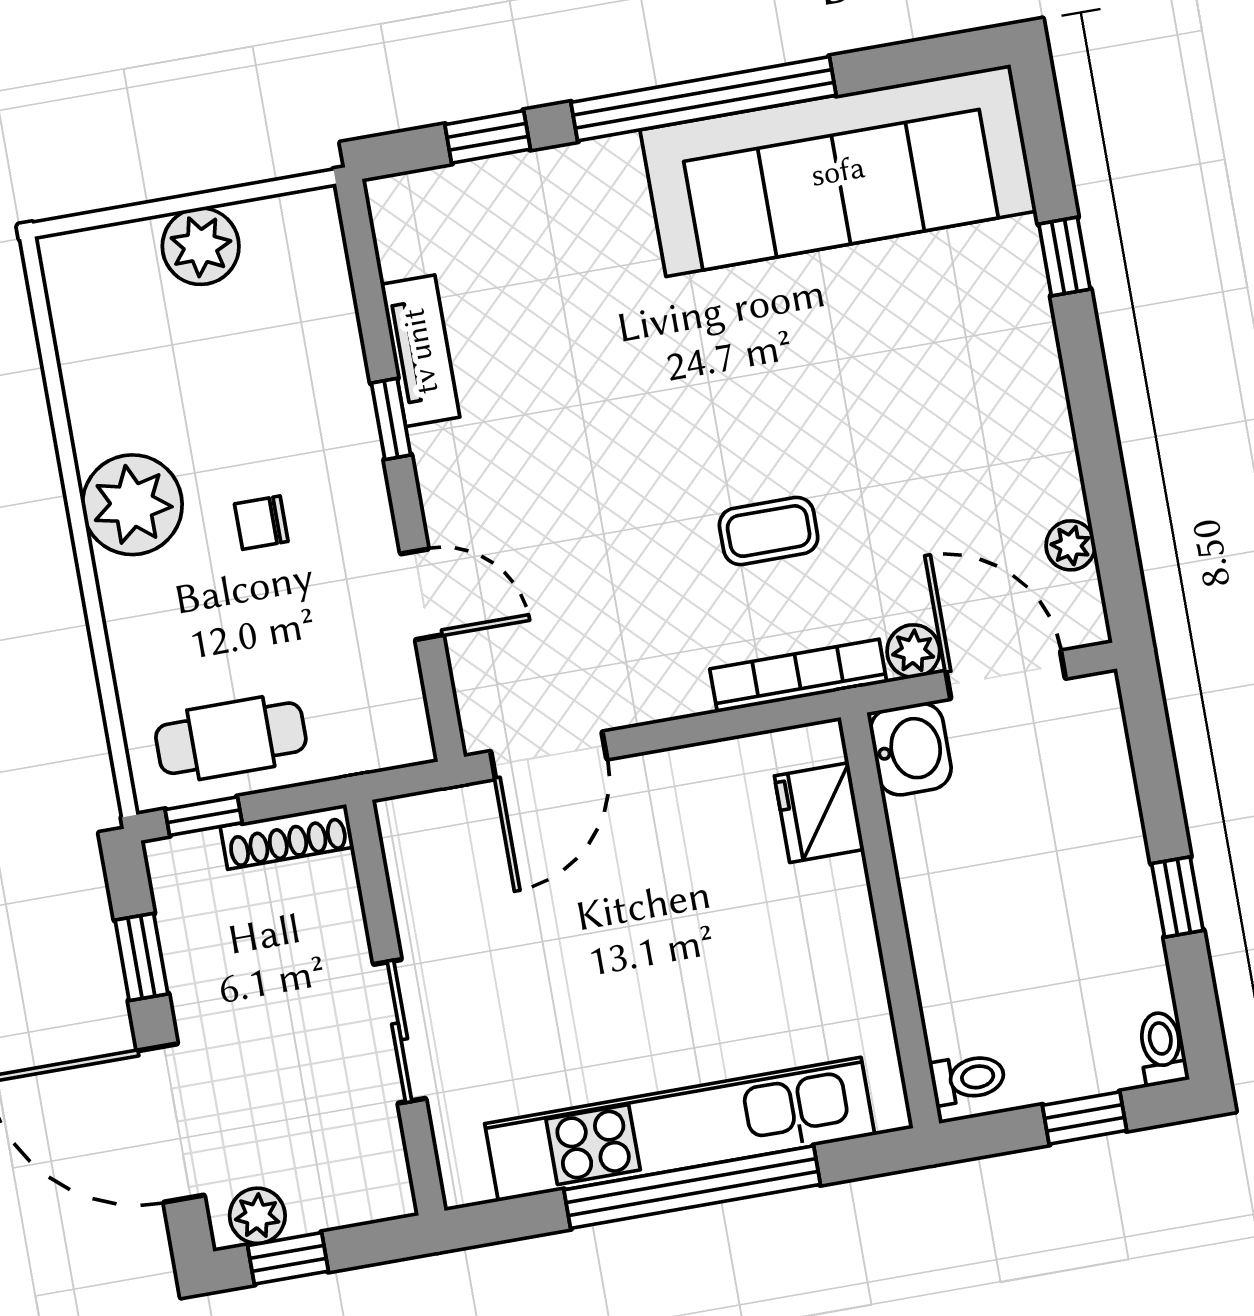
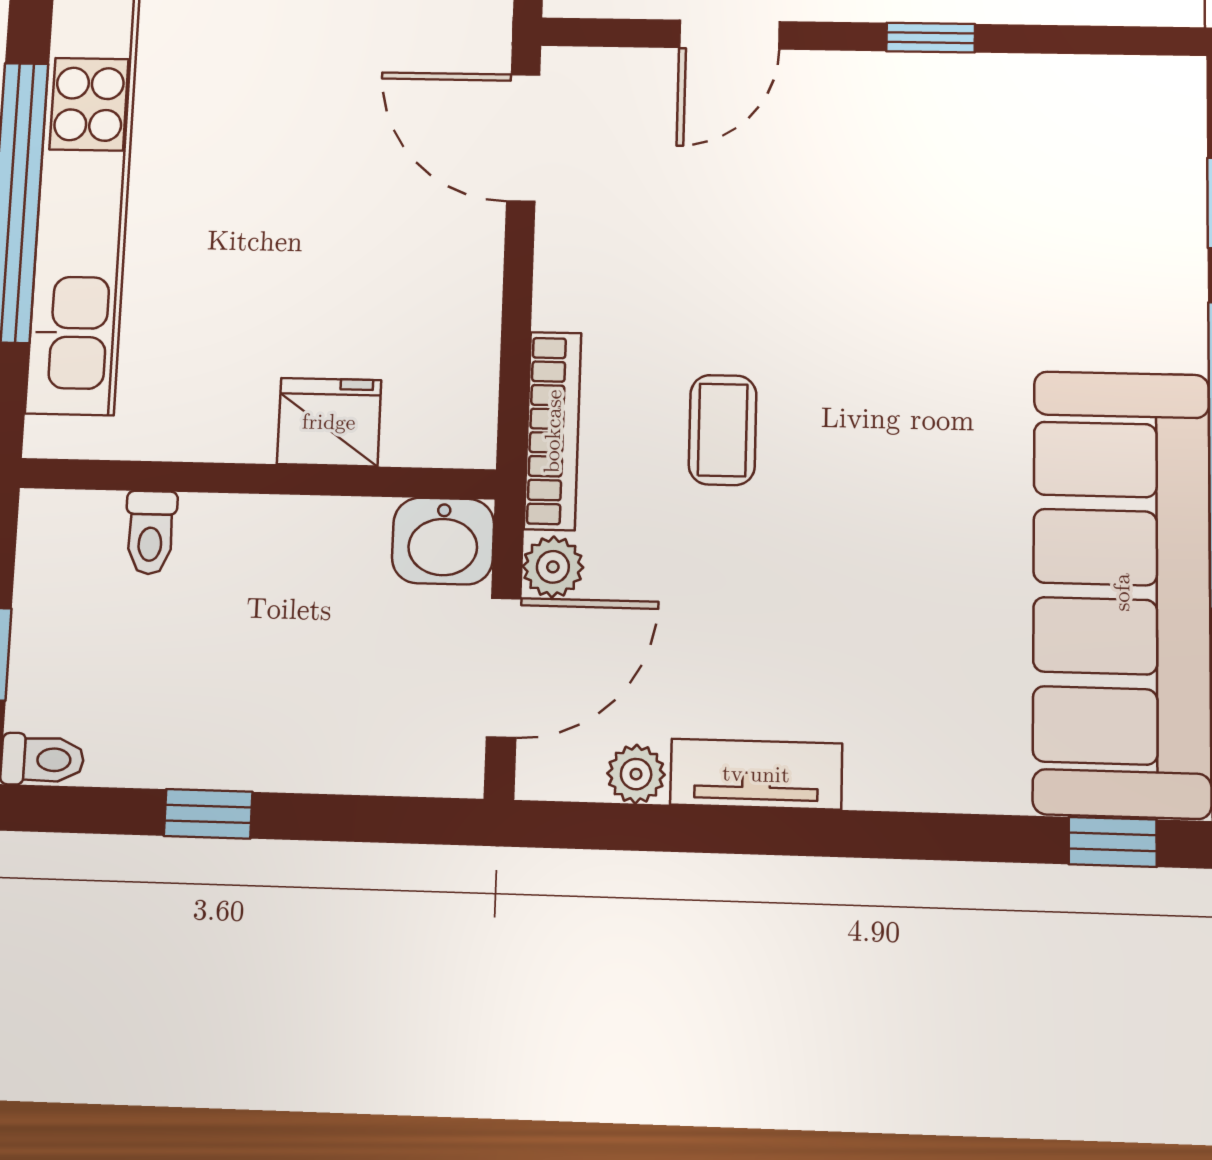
window: (1064, 257) -> (1113, 842), moved
tv unit: (420, 351) -> (756, 774), moved, turned 180
fridge: (819, 813) -> (329, 422), moved
toilet: (968, 1079) -> (150, 533), moved

